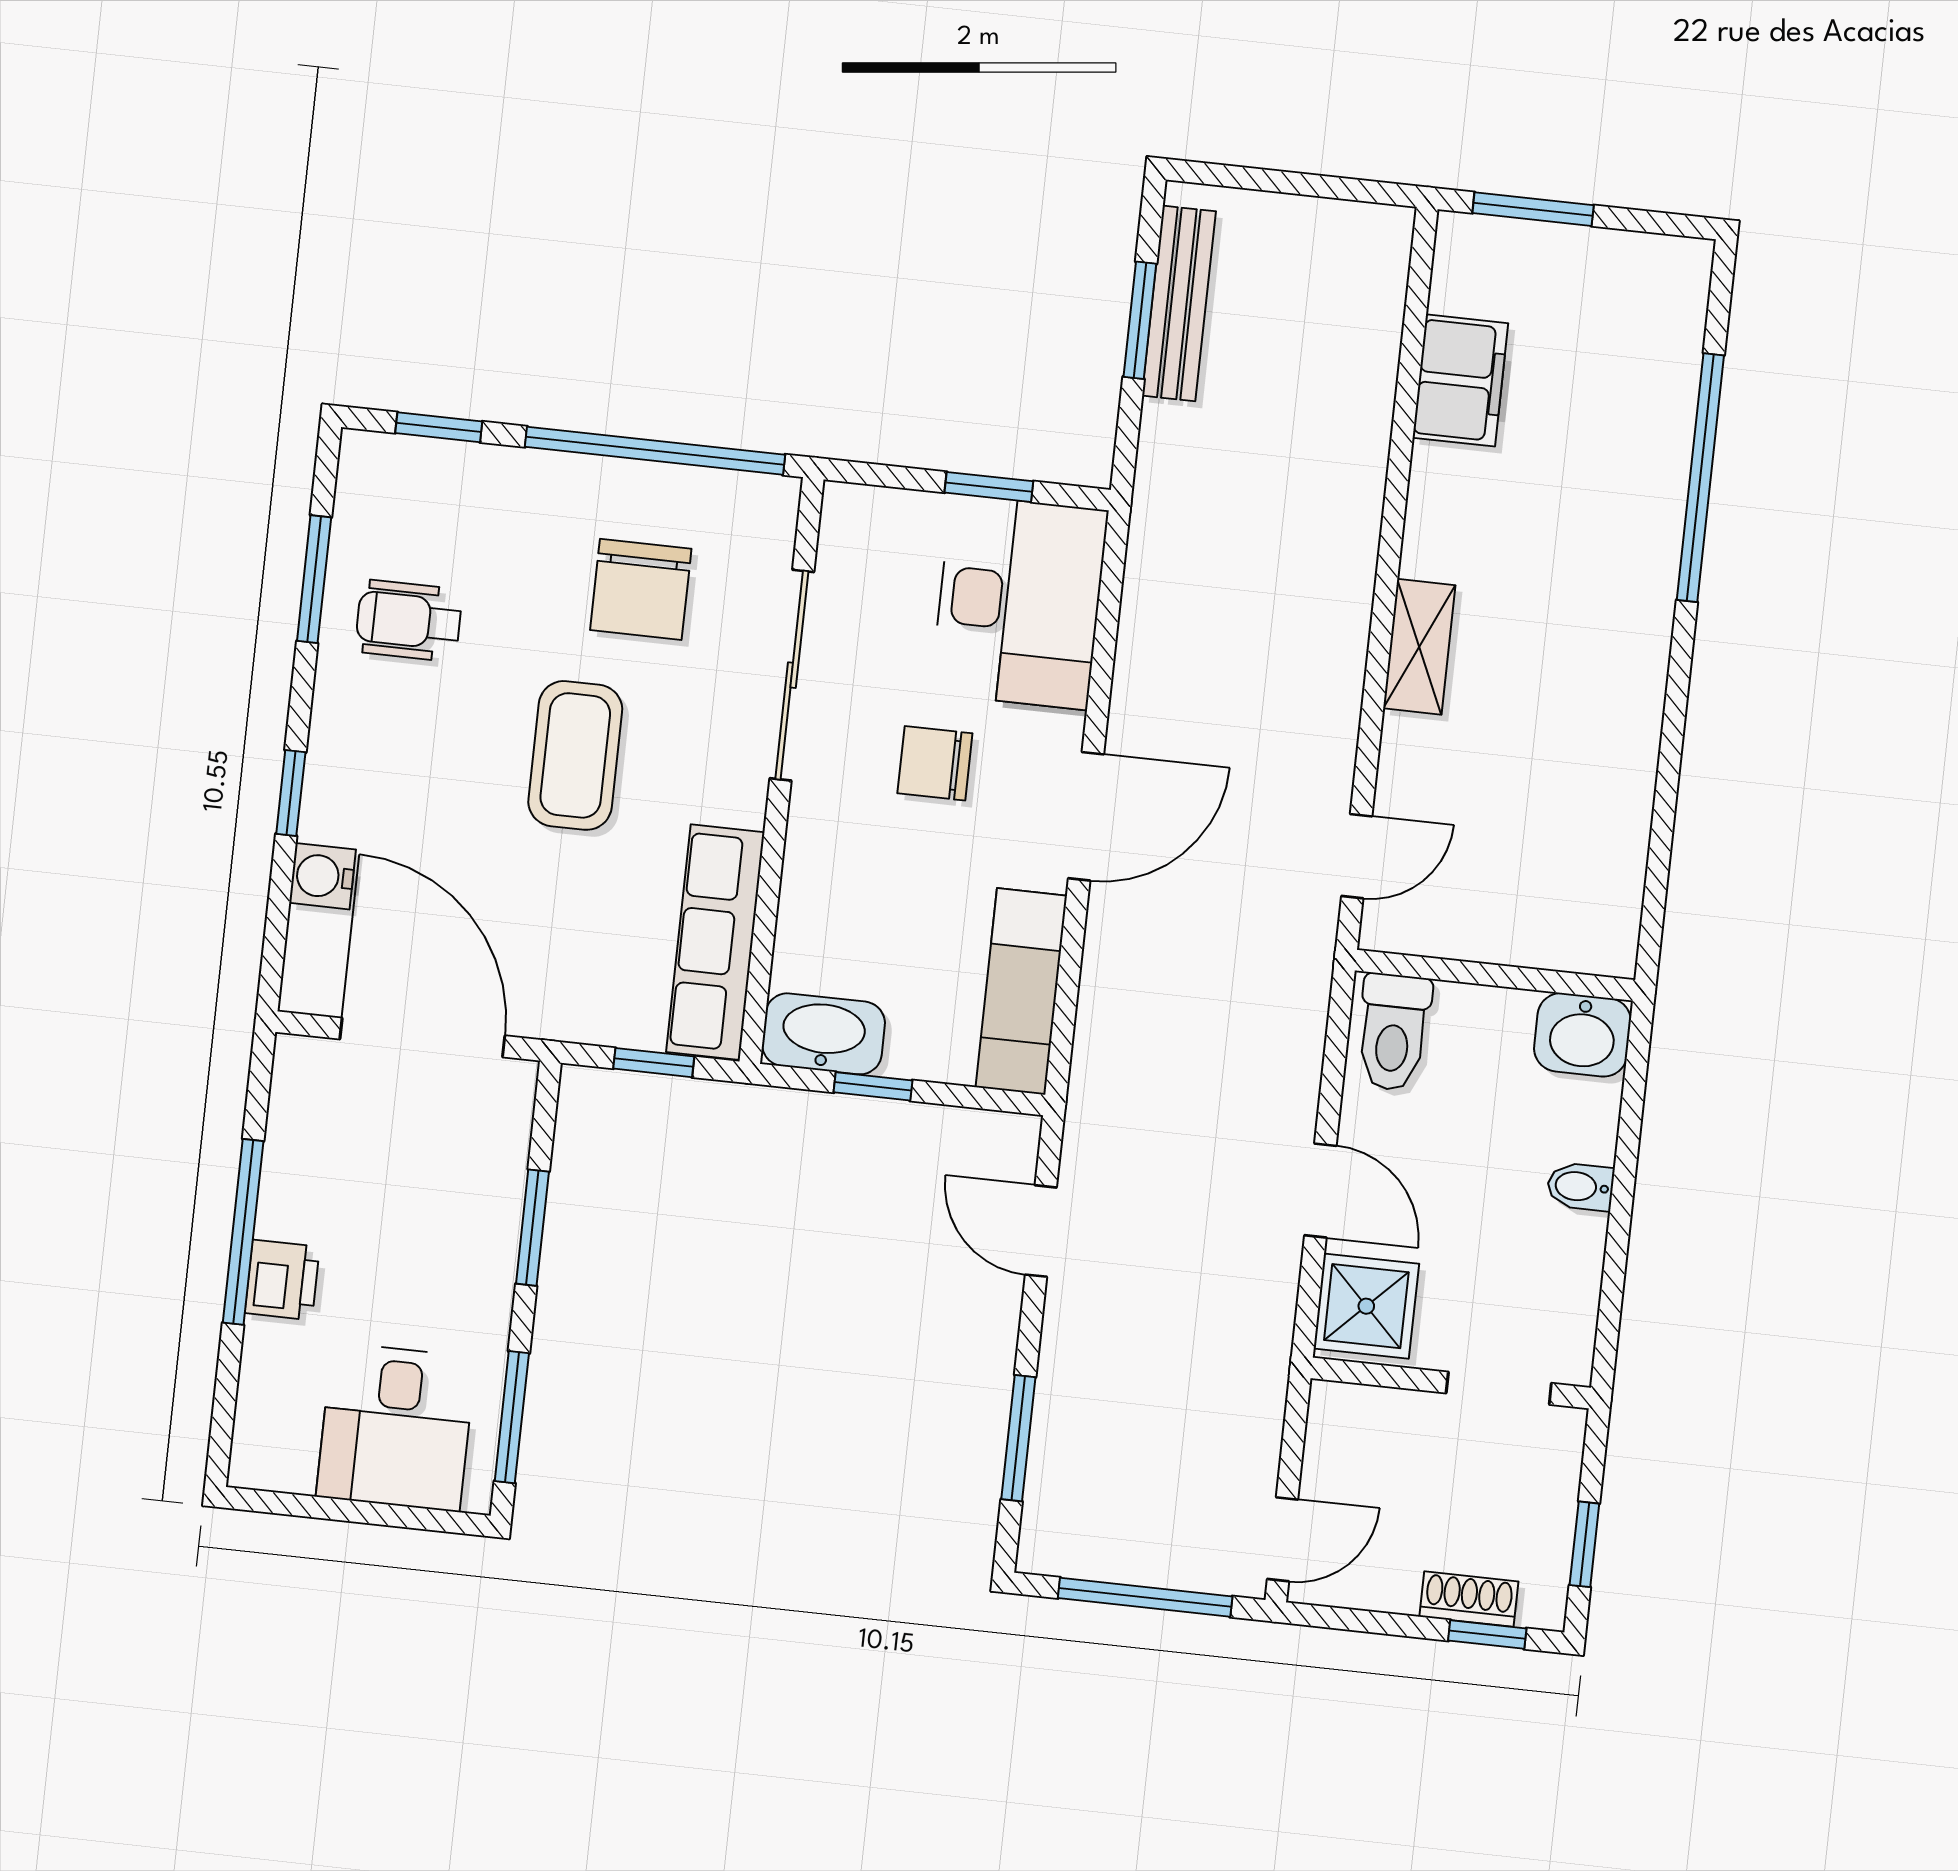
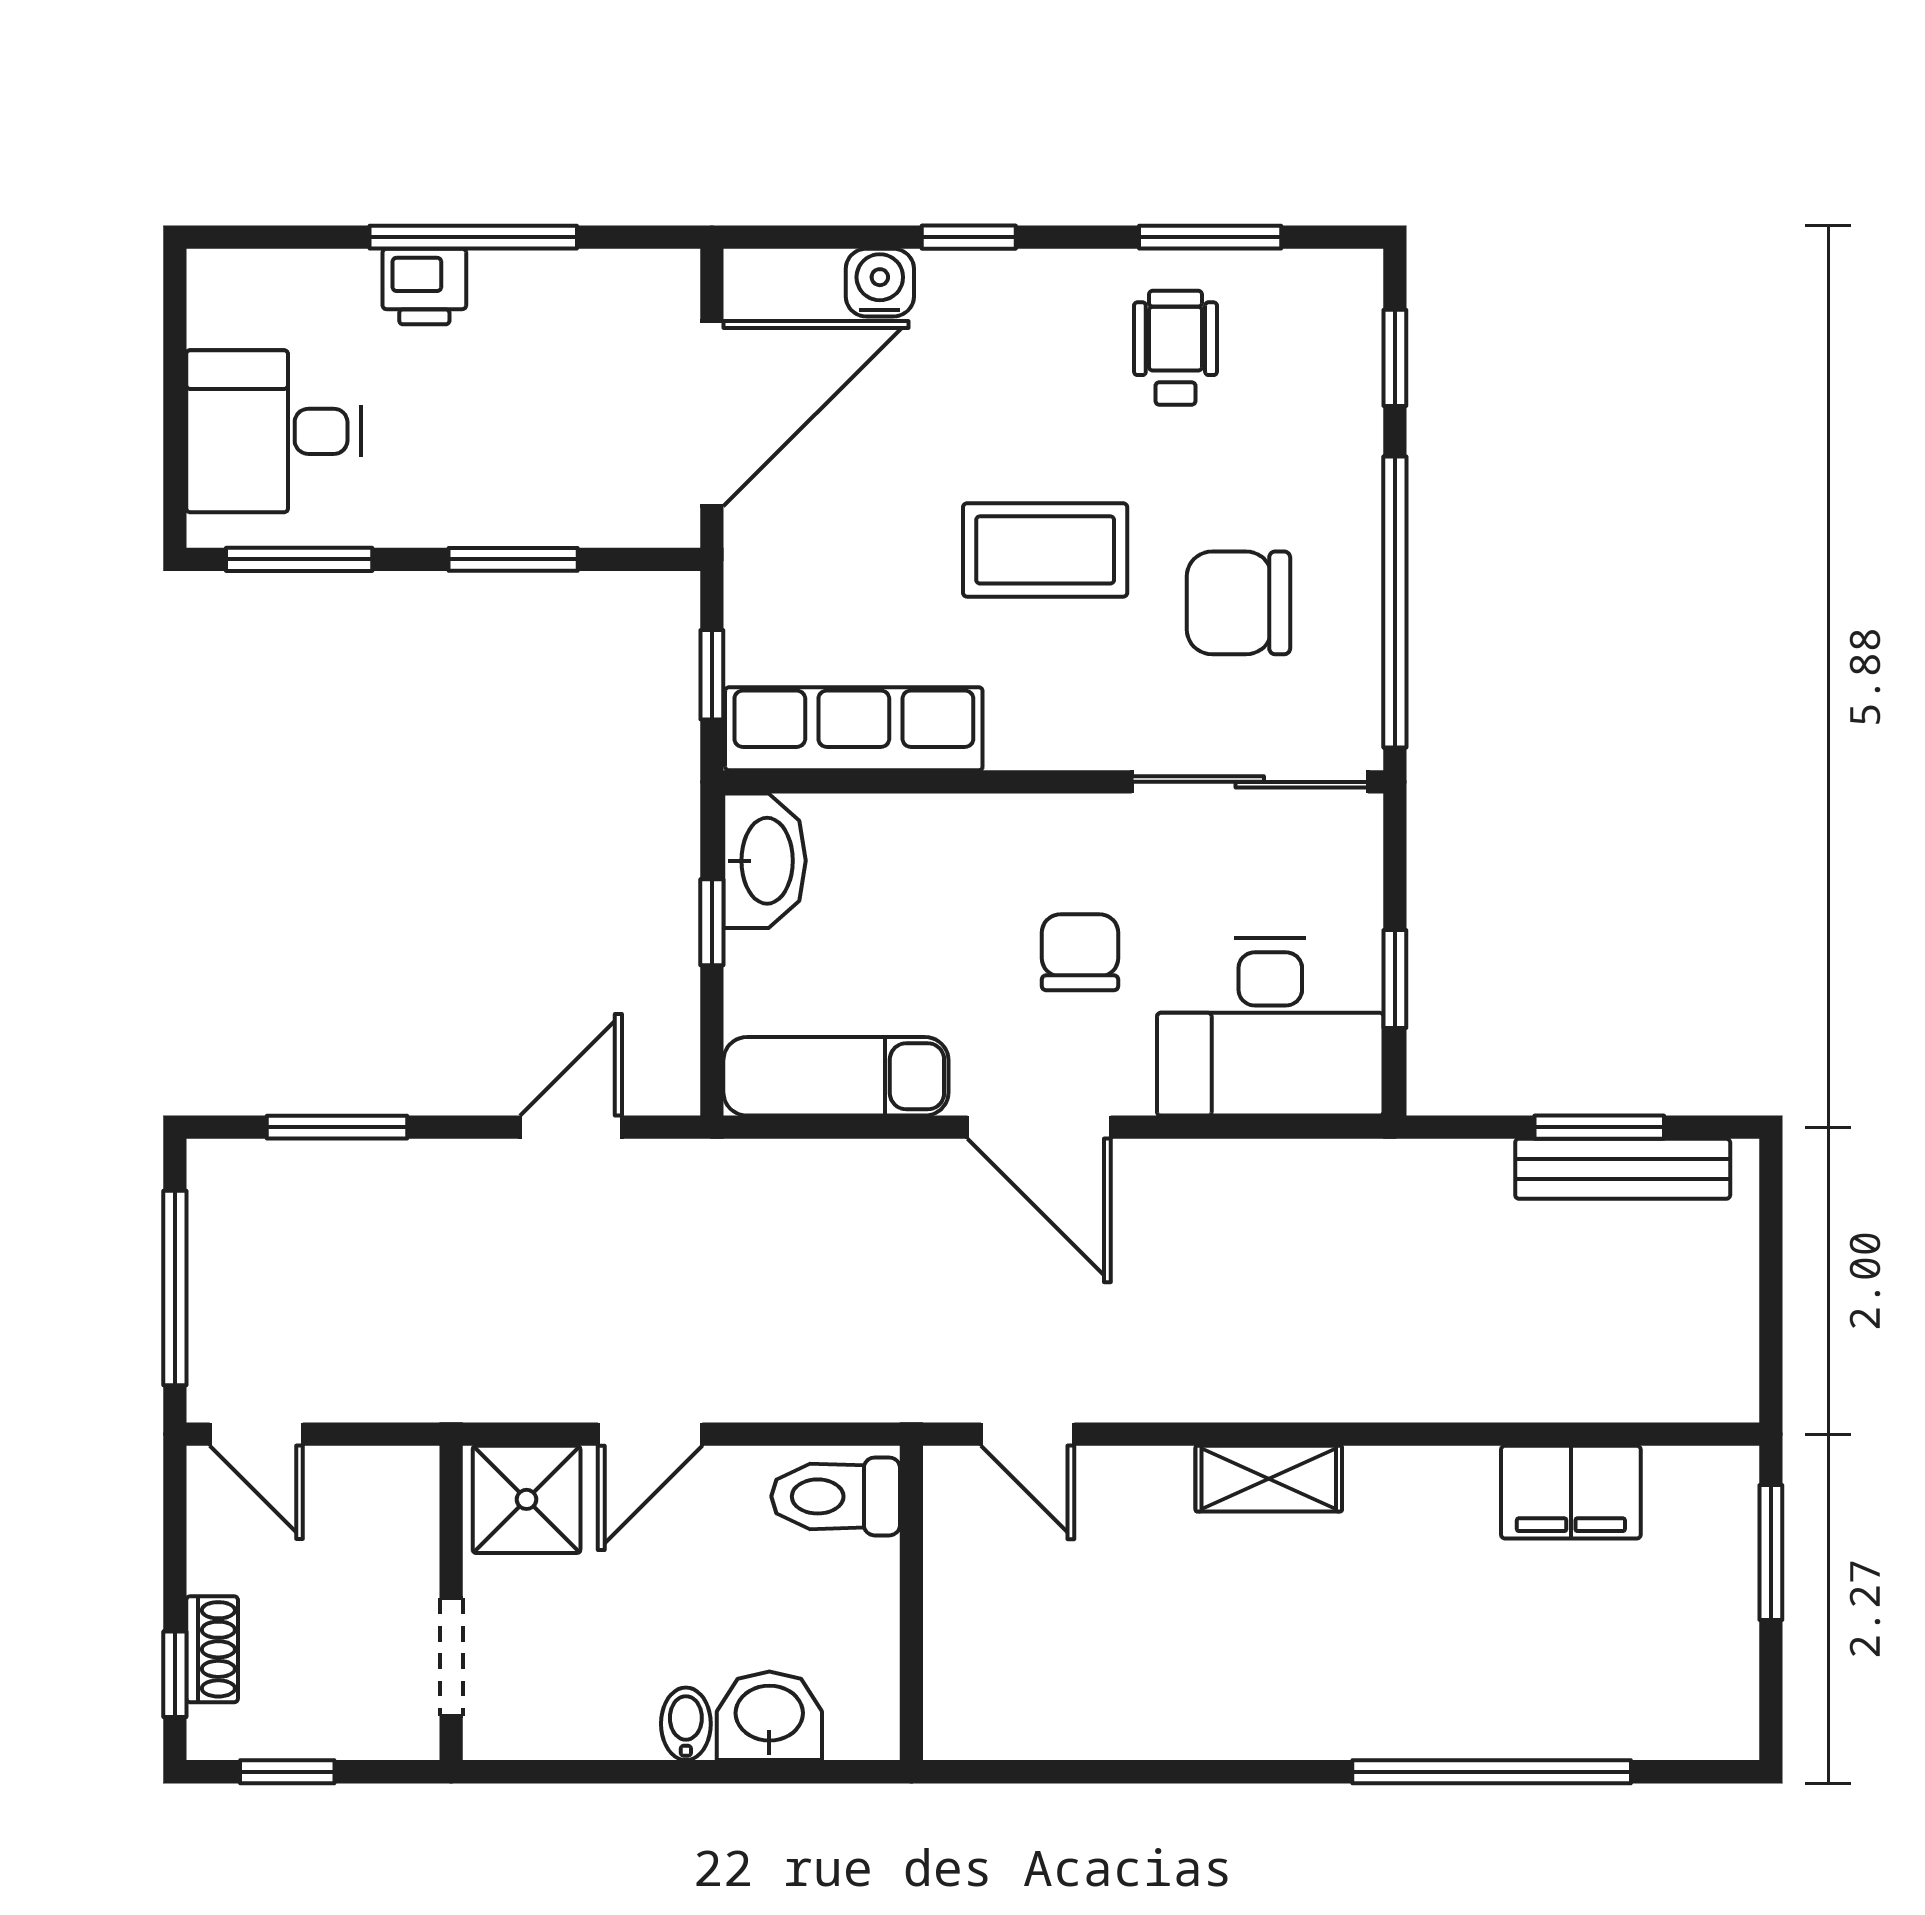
sliding door: (792, 675) -> (1250, 782), moved
washbasin: (1582, 1035) -> (769, 1716), moved, turned 90

